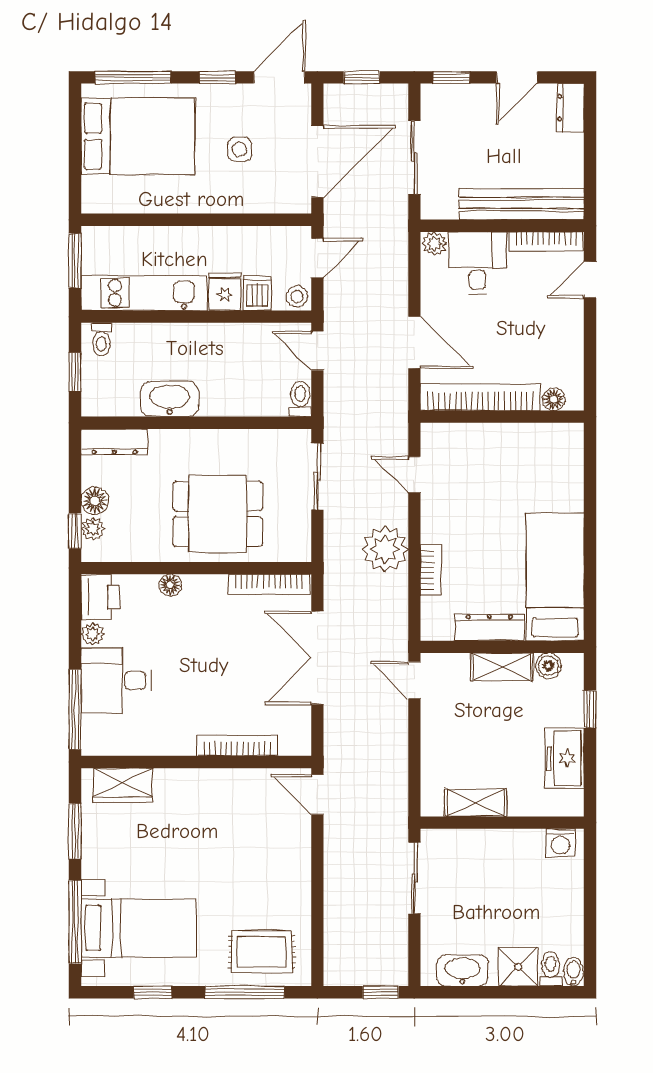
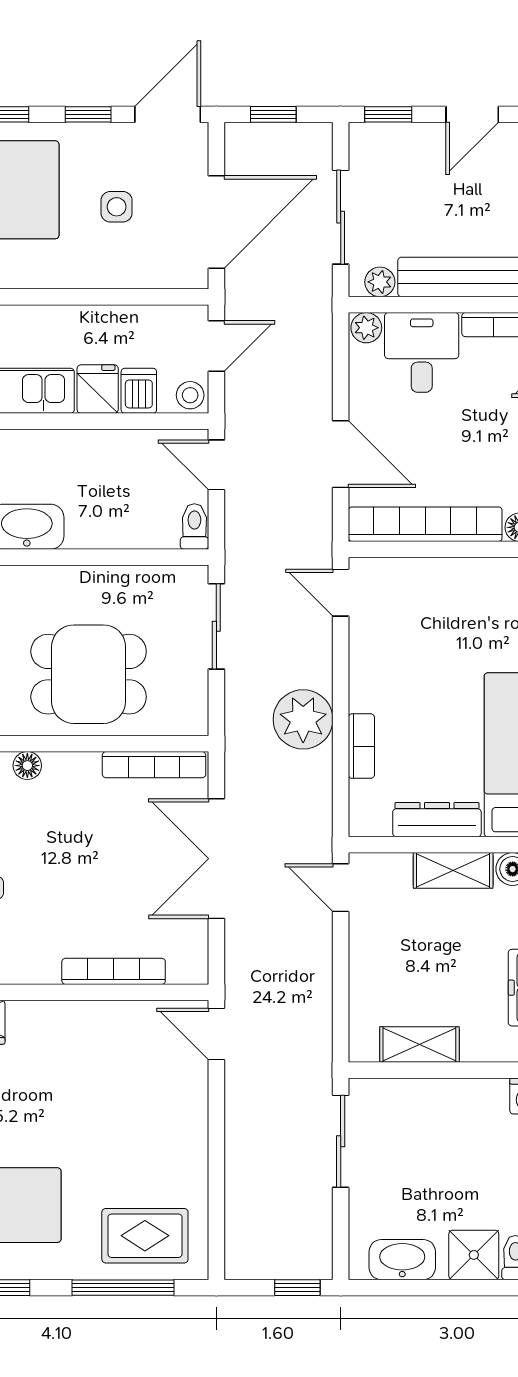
plant: (445, 208) -> (380, 282), added
door: (414, 475) -> (341, 593), moved

